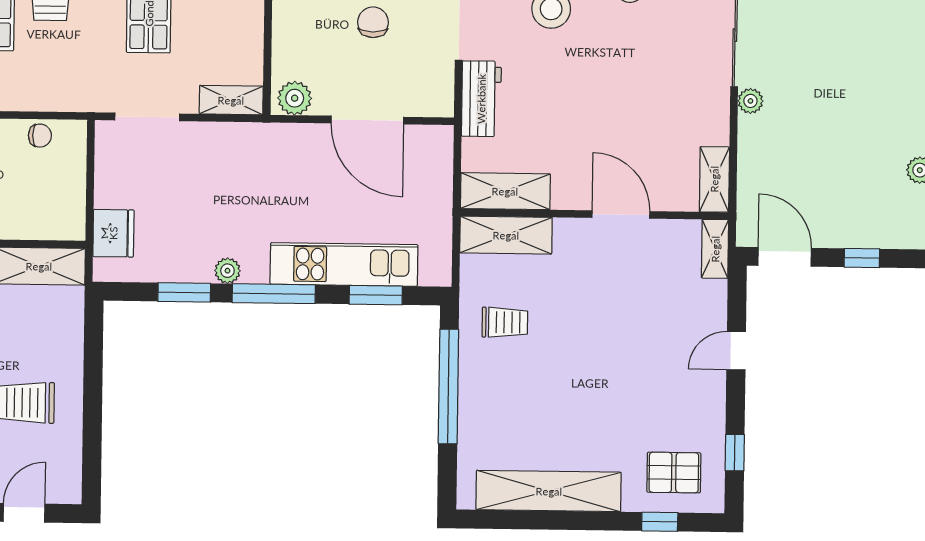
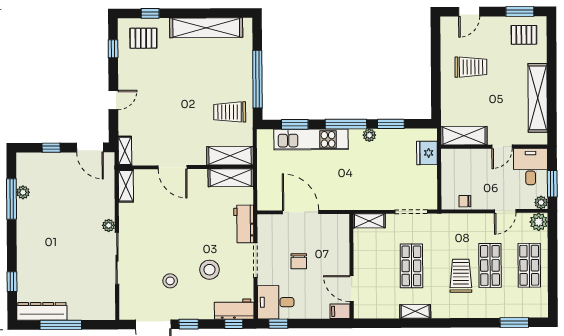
plant: (295, 98) -> (337, 222), removed
trolley: (505, 322) -> (230, 112), width x1.36, depth x1.39

